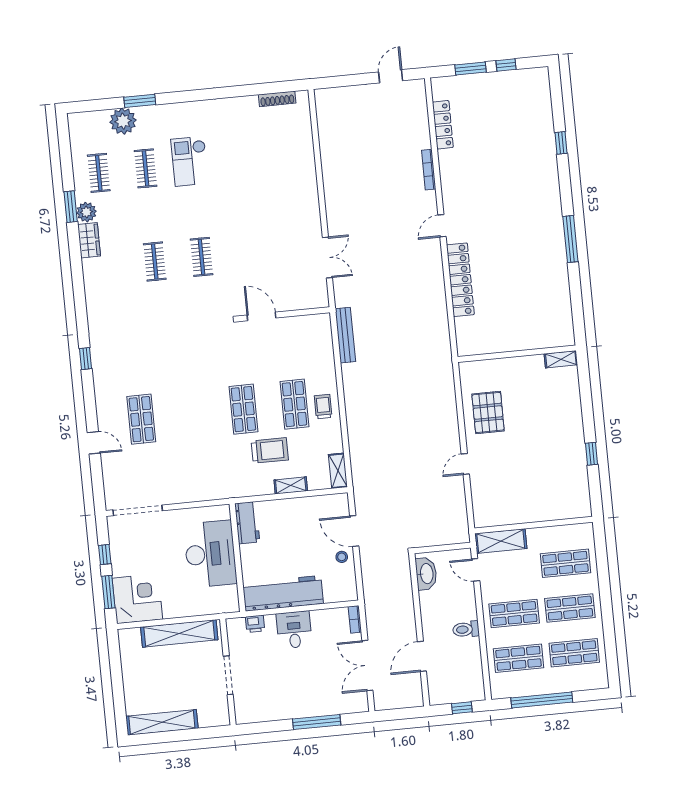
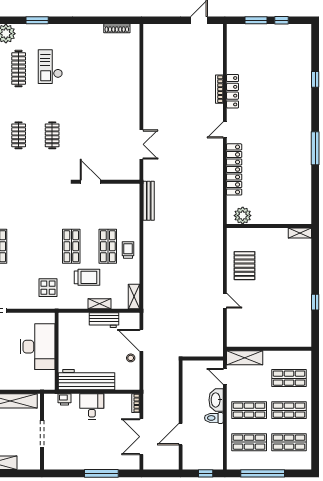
window: (140, 101) -> (37, 20), moved
locker: (443, 125) -> (233, 91), moved
clothes rail: (146, 168) -> (19, 69), width x1.36
plant: (478, 343) -> (243, 216), added
door: (465, 464) -> (225, 301), swing flipped
display table: (217, 470) -> (48, 288), added
workbench: (247, 523) -> (104, 320), moved, turned 90
washbasin: (426, 574) -> (216, 400), moved, turned 180

